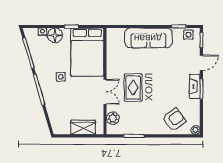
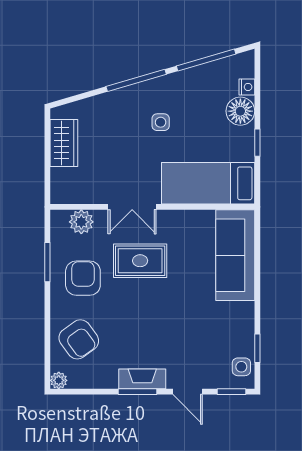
sofa: (148, 38) -> (235, 255), moved
bed: (87, 52) -> (208, 183), width x0.67
armchair: (142, 117) -> (83, 278), added
wardrobe: (83, 127) -> (64, 143), moved

